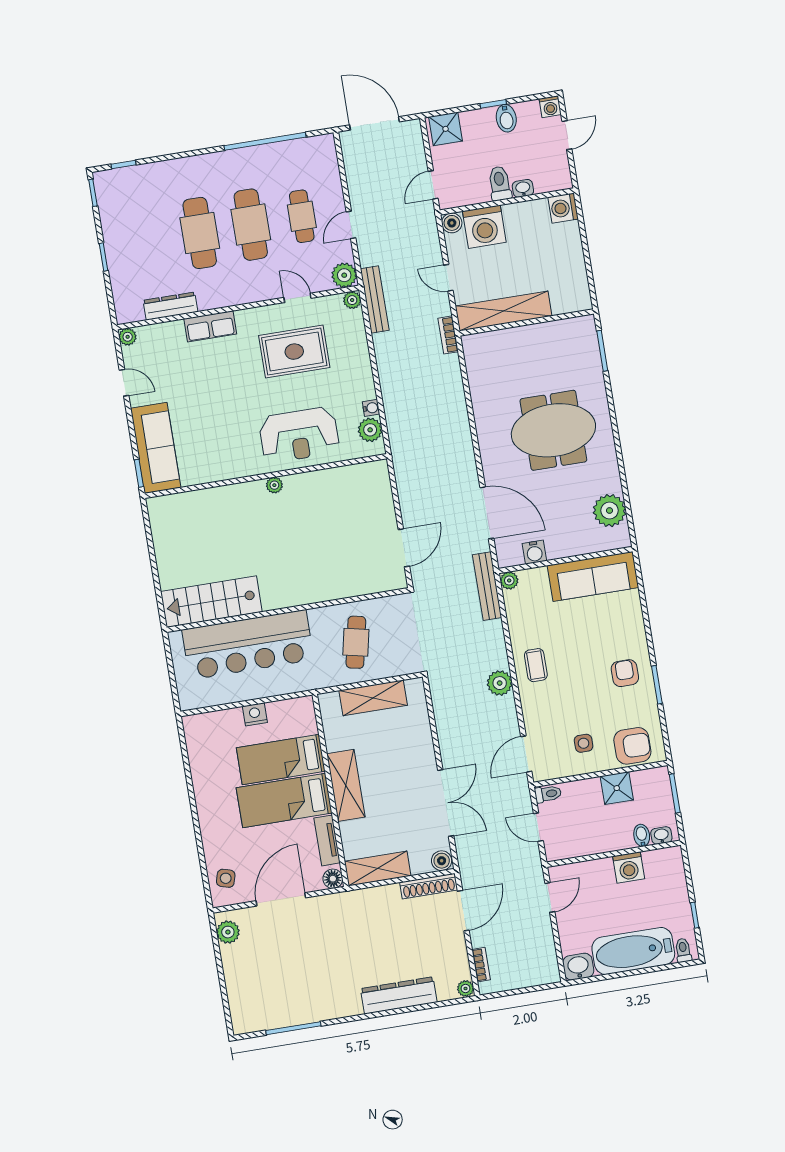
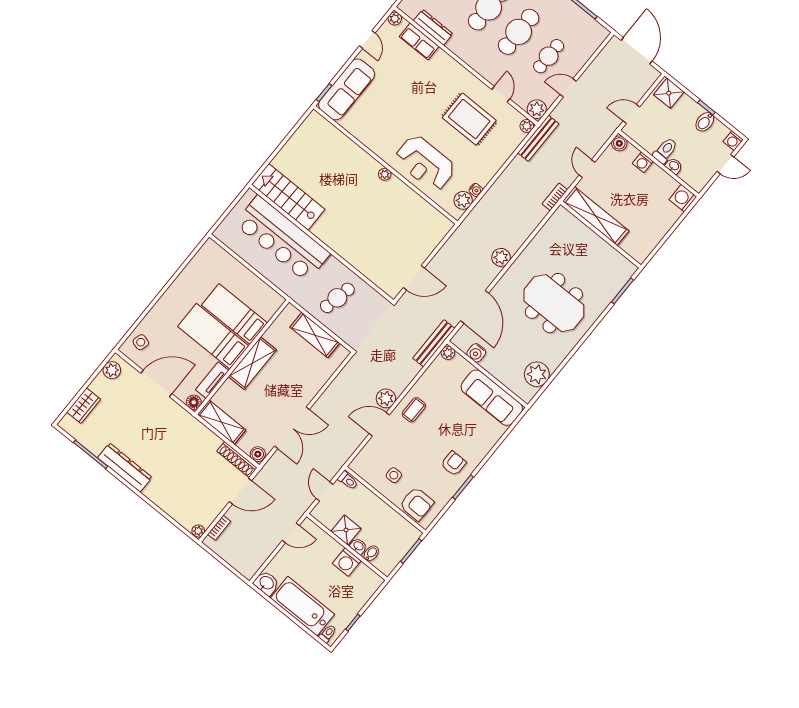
washing machine: (484, 227) -> (643, 162), width x0.53, depth x0.53
row of seats: (210, 326) -> (419, 41), moved
plant: (461, 443) -> (501, 257), added
nightstand: (255, 714) -> (247, 277), removed
door: (526, 754) -> (379, 424), moved
shower: (617, 788) -> (346, 530), moved
washbasin: (661, 835) -> (358, 546), moved
wardrobe: (238, 992) -> (84, 406), added
dresser: (399, 995) -> (125, 467), moved

